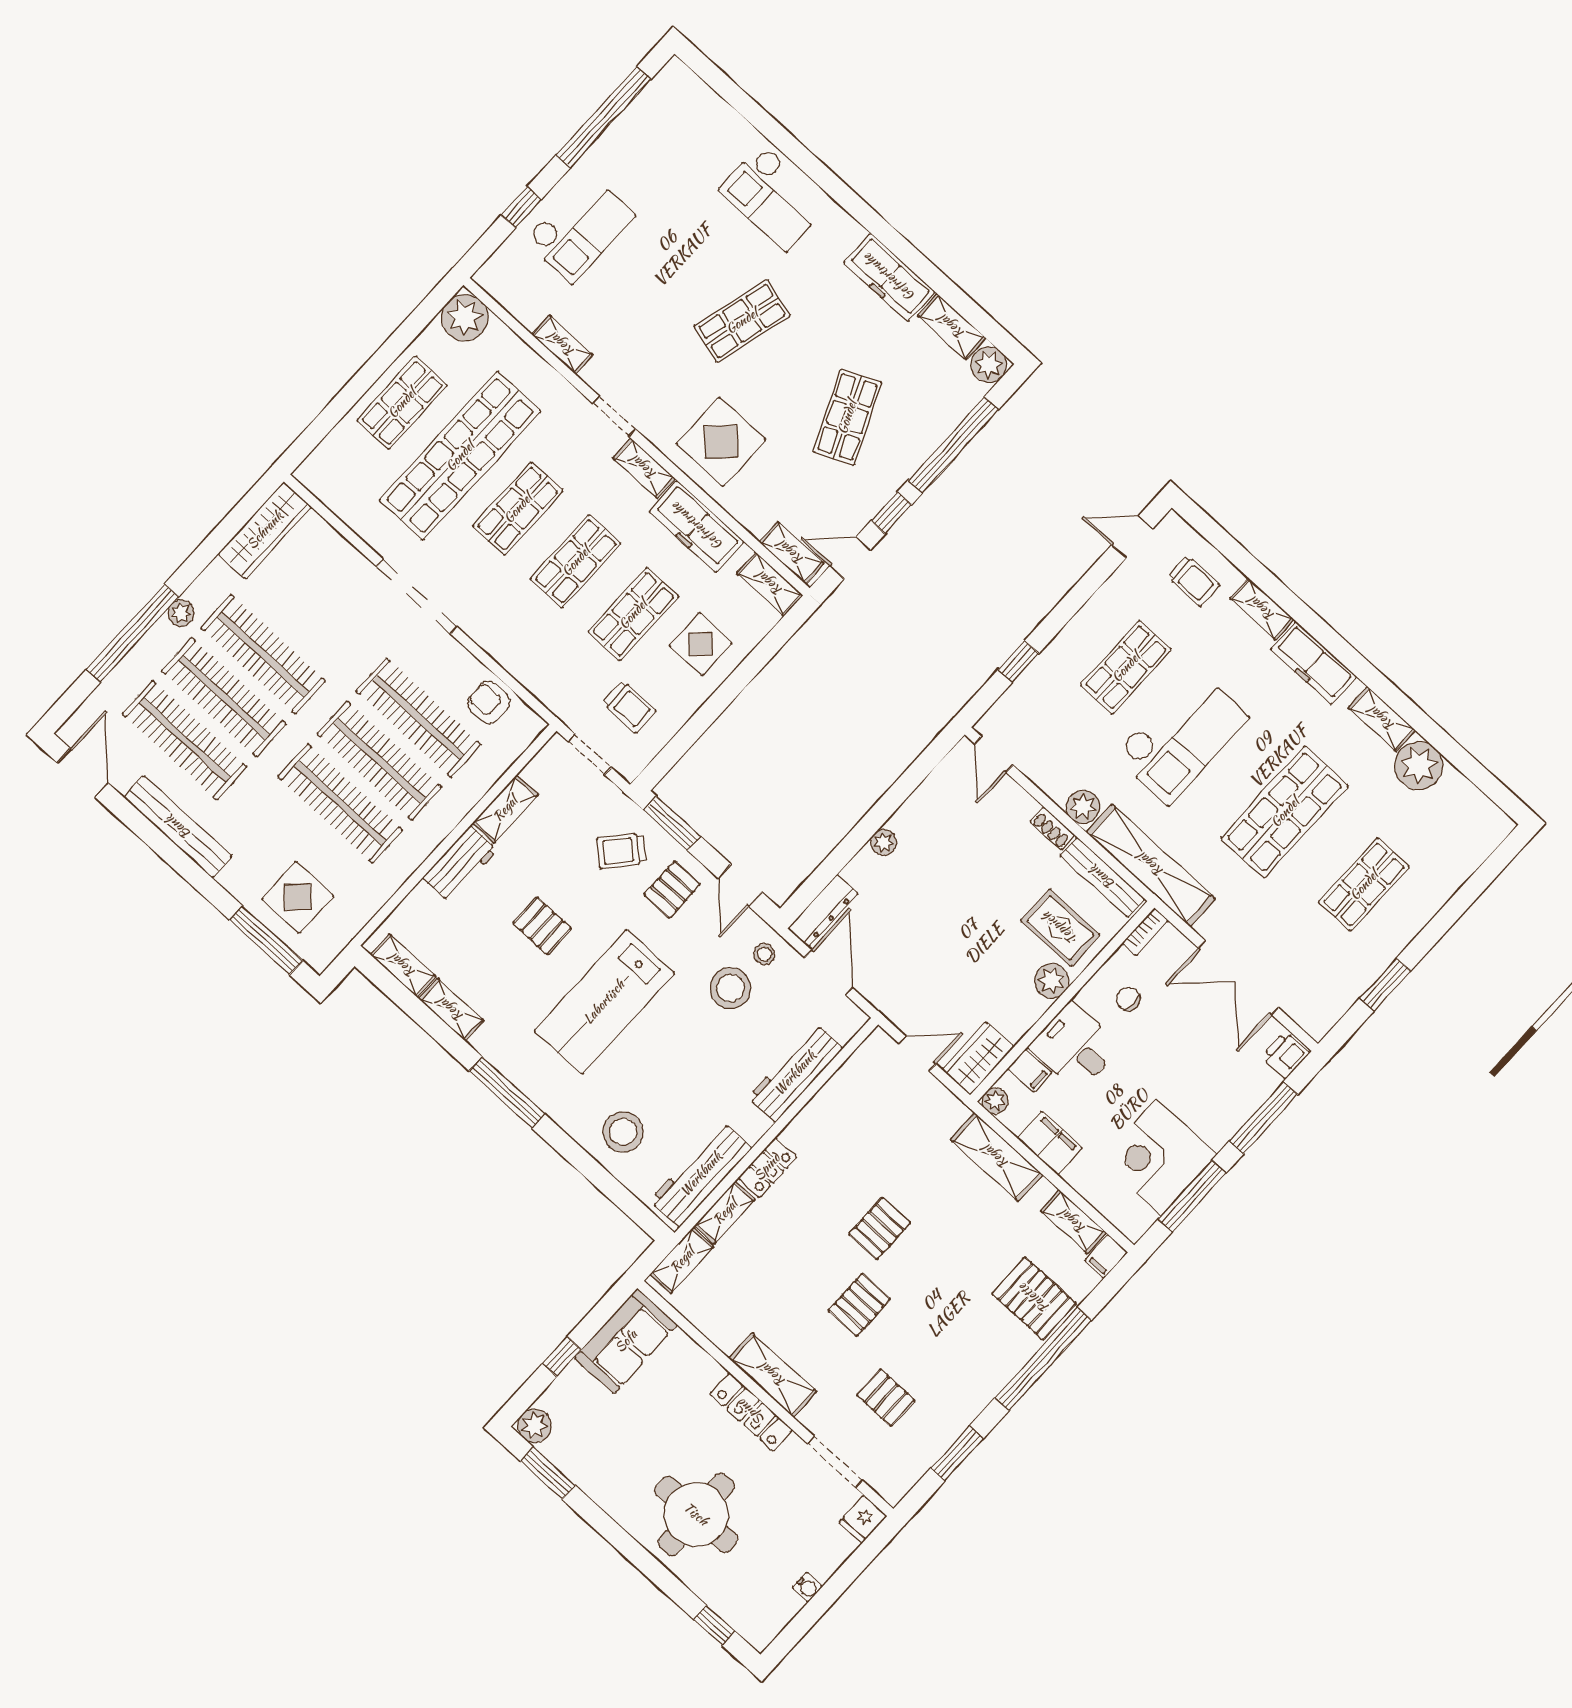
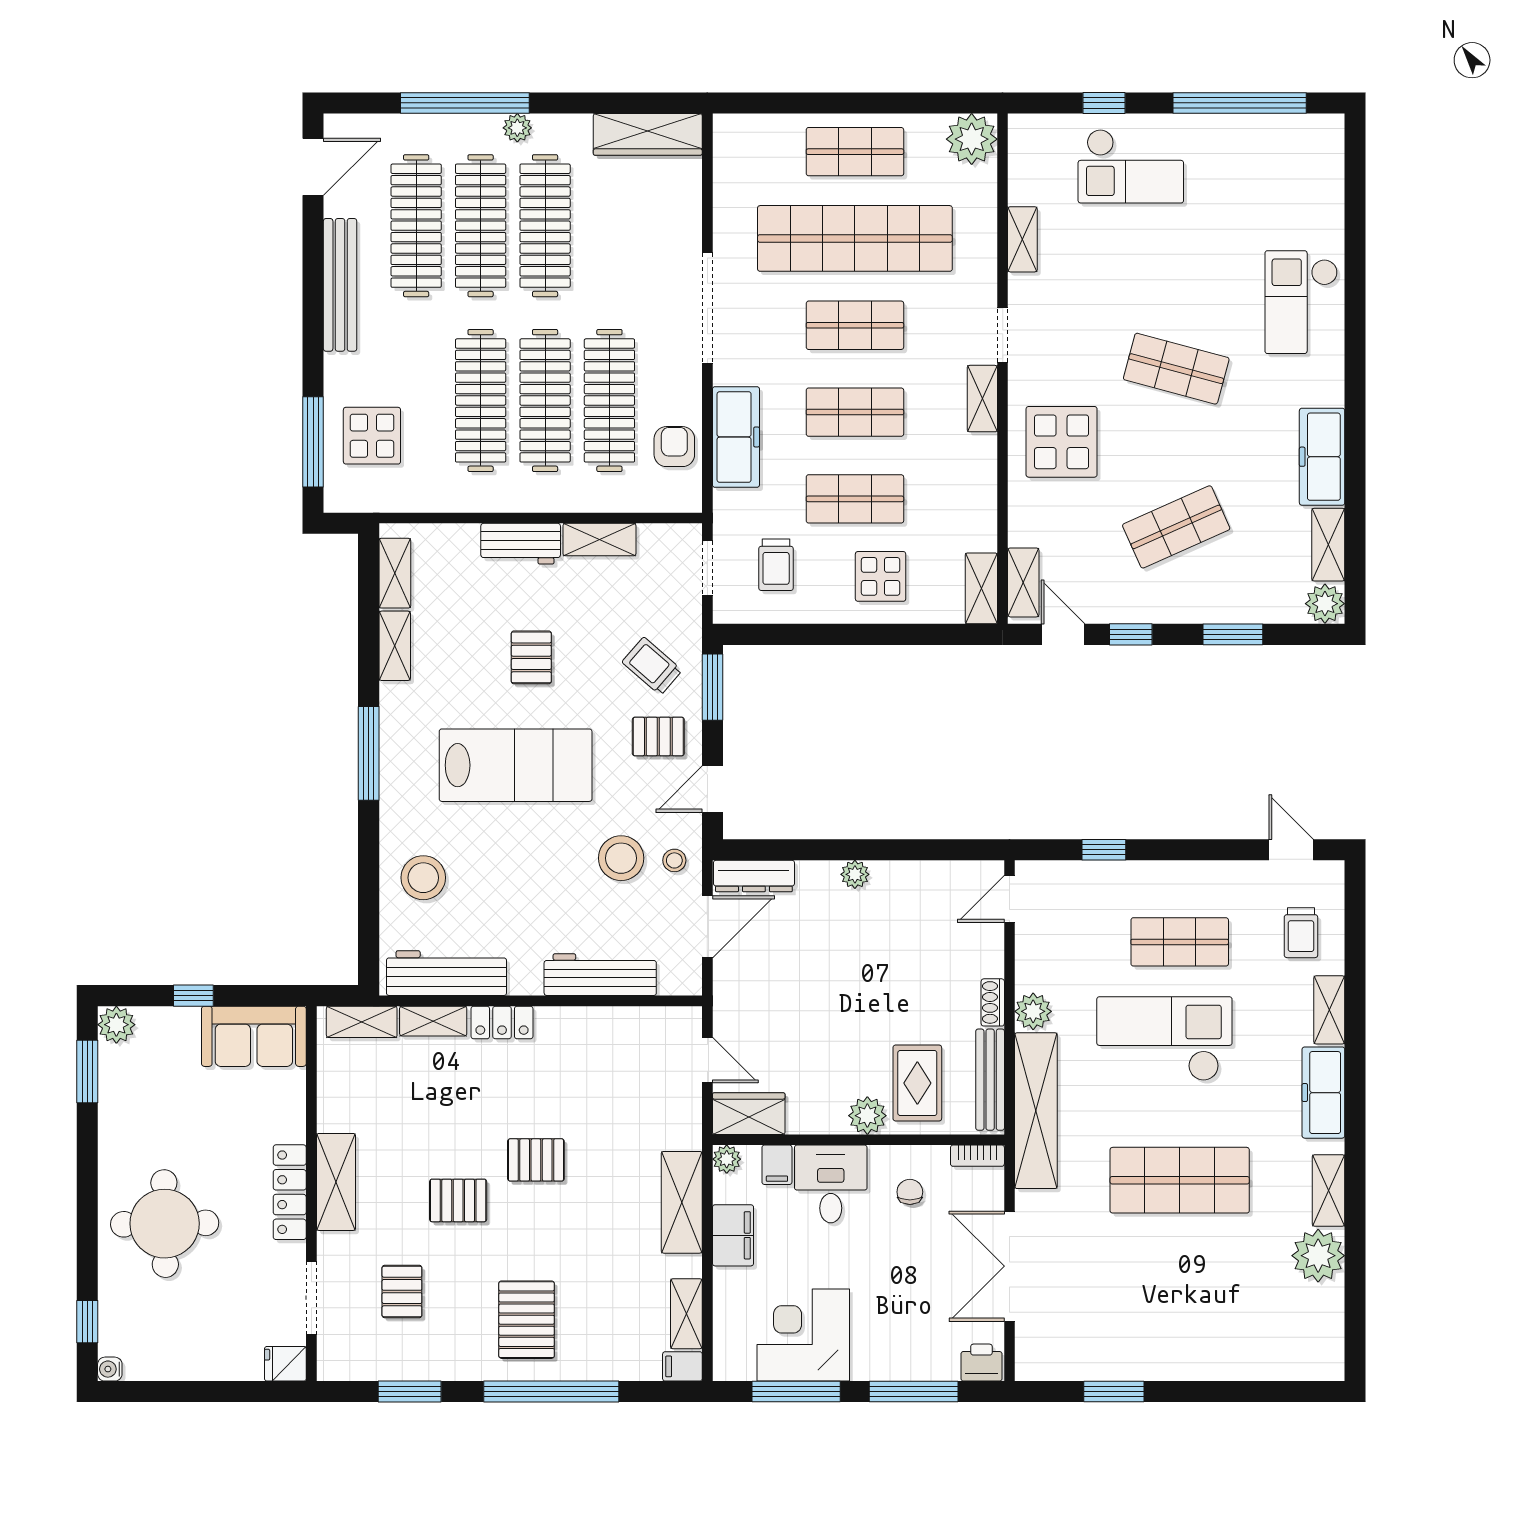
window: (953, 445) -> (1233, 634), width x0.47
freezer: (697, 526) -> (736, 437), moved, turned 180
checkout: (1181, 736) -> (1164, 1039), turned 180
shop shelf: (1364, 885) -> (1180, 1299), removed
lab bench: (604, 1002) -> (516, 765), turned 180
pallet: (1034, 1298) -> (527, 1320), moved
water cooler: (807, 1587) -> (110, 1369), moved, turned 90

